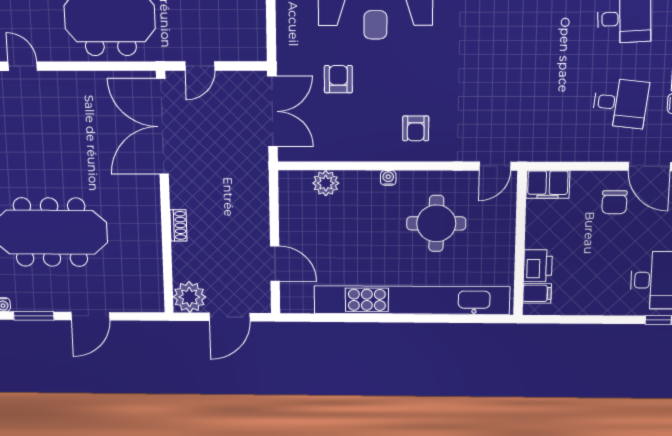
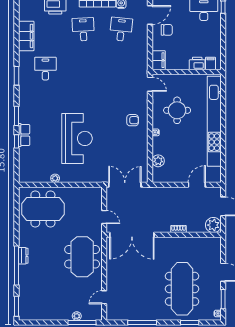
armchair: (338, 79) -> (110, 155), removed

